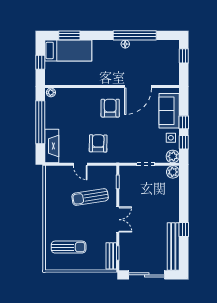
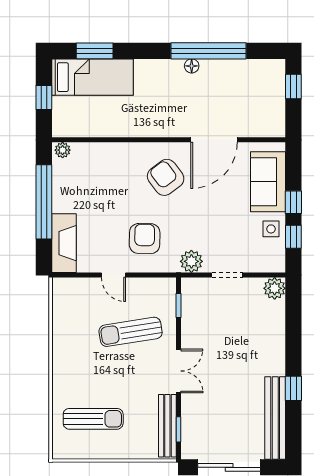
armchair: (110, 108) -> (166, 177), turned -37
plant: (173, 156) -> (191, 261), moved
bench: (111, 256) -> (167, 426), width x1.36

